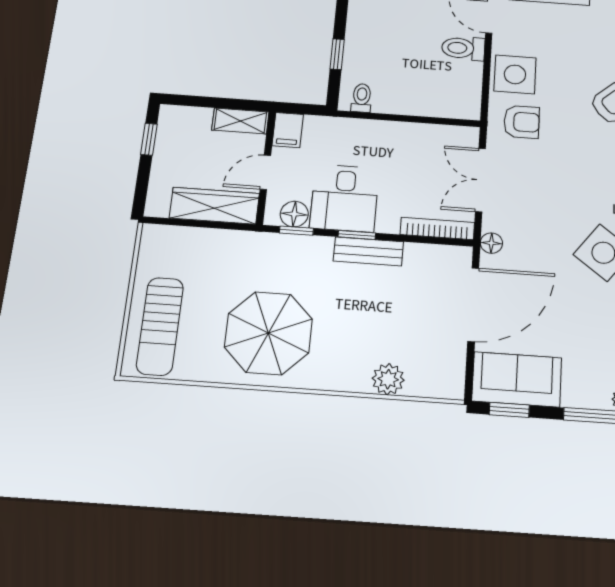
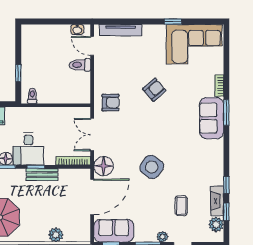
side table: (515, 74) -> (106, 77), removed
floor lamp: (491, 243) -> (104, 166), width x1.89, depth x1.89

